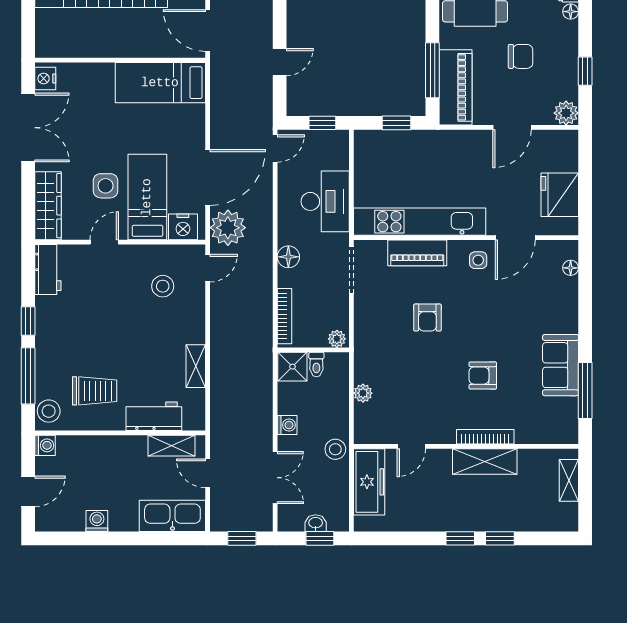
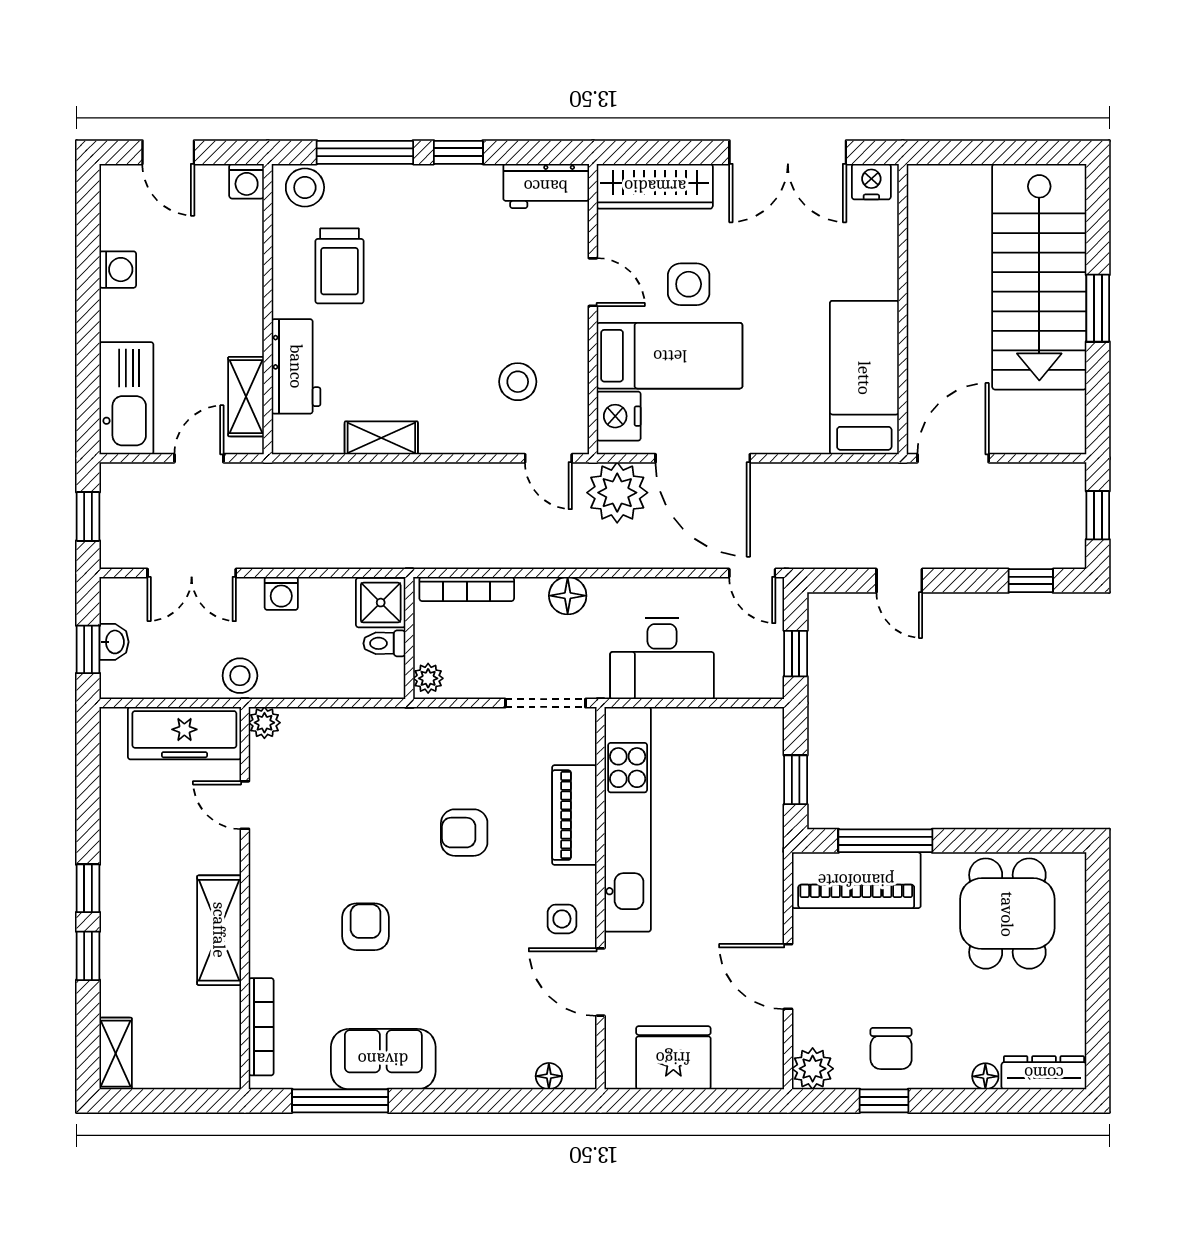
chair: (521, 56) -> (891, 1048), moved
plant: (363, 393) -> (264, 723), moved
bookcase: (485, 437) -> (261, 1027), moved
shelving: (569, 480) -> (116, 1054), moved, turned 90

